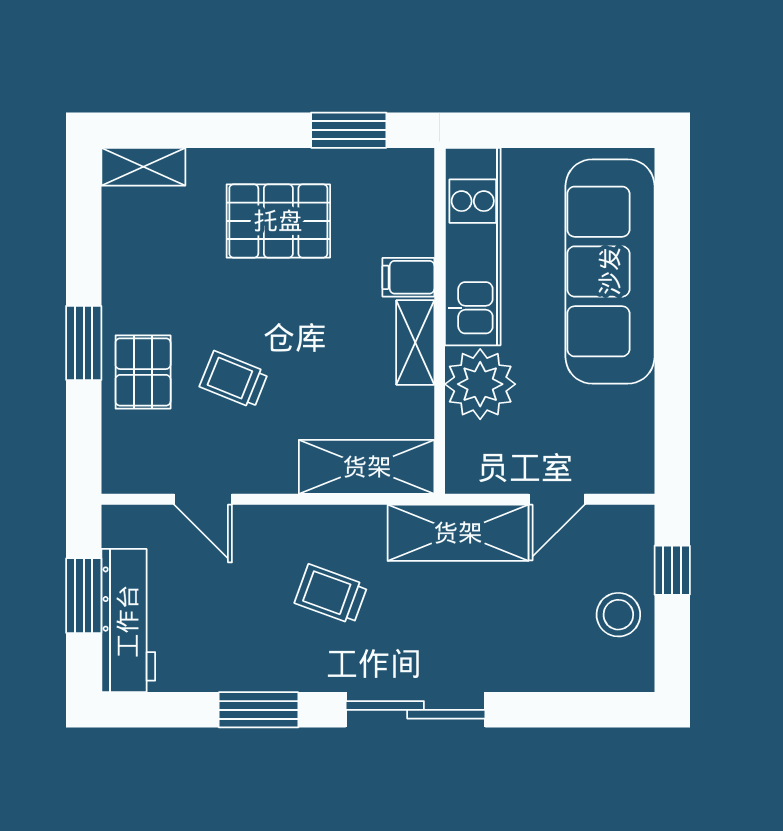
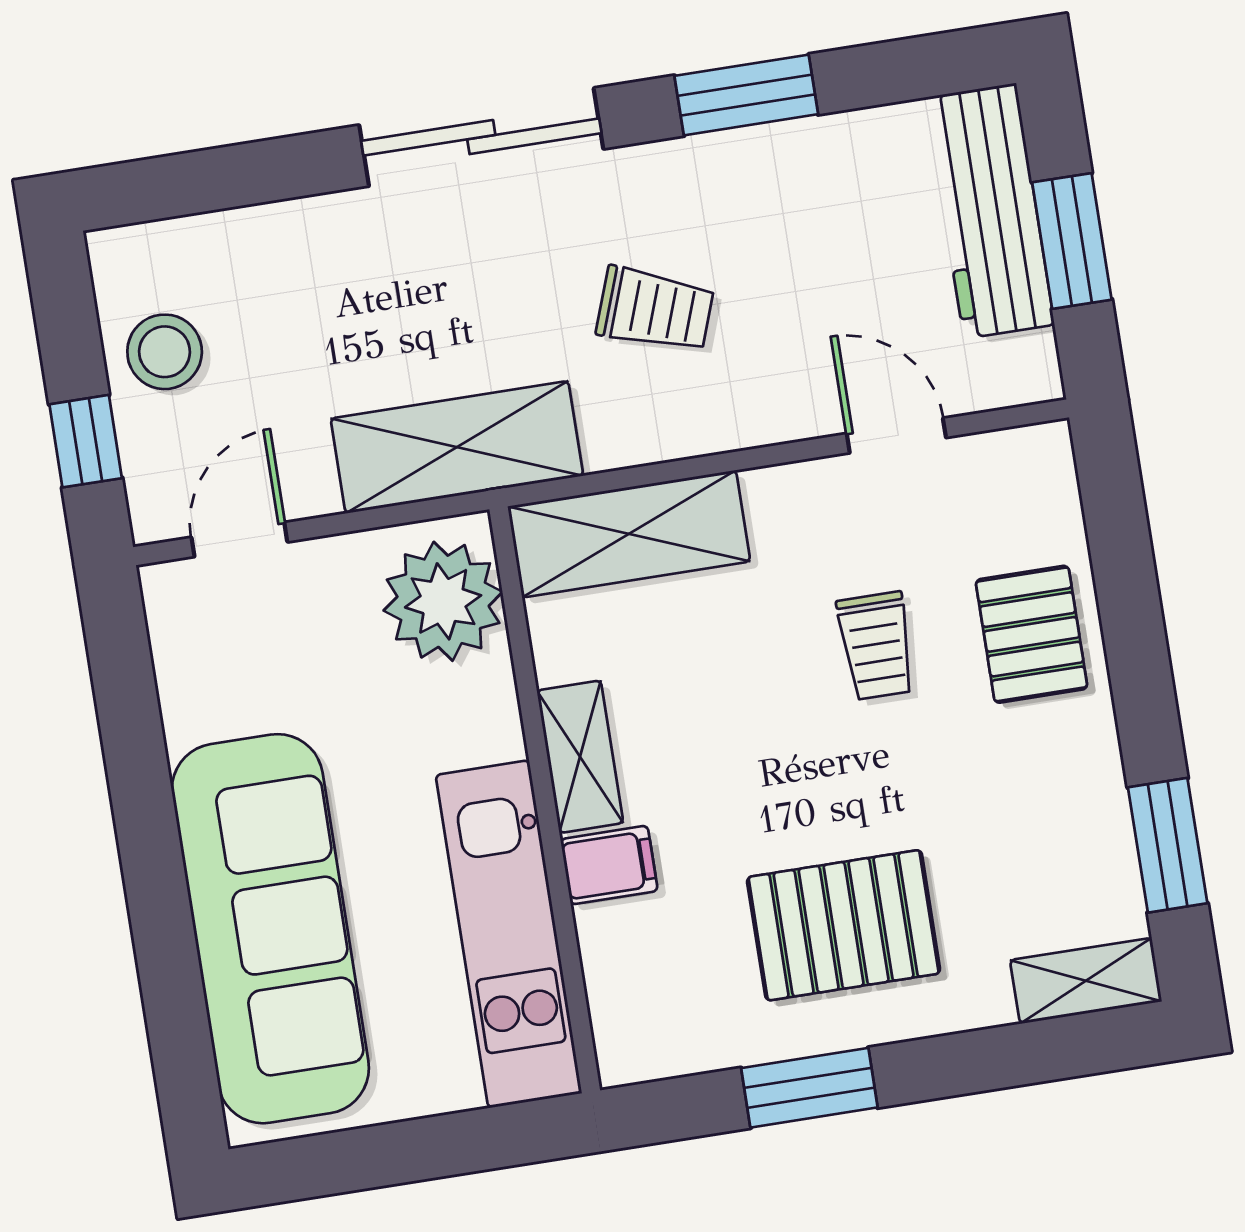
window: (349, 130) -> (809, 1088), moved
window: (84, 343) -> (1168, 845), moved
trolley: (234, 380) -> (876, 646), turned 68
plant: (480, 384) -> (443, 601), moved
door: (557, 499) -> (239, 540), moved

